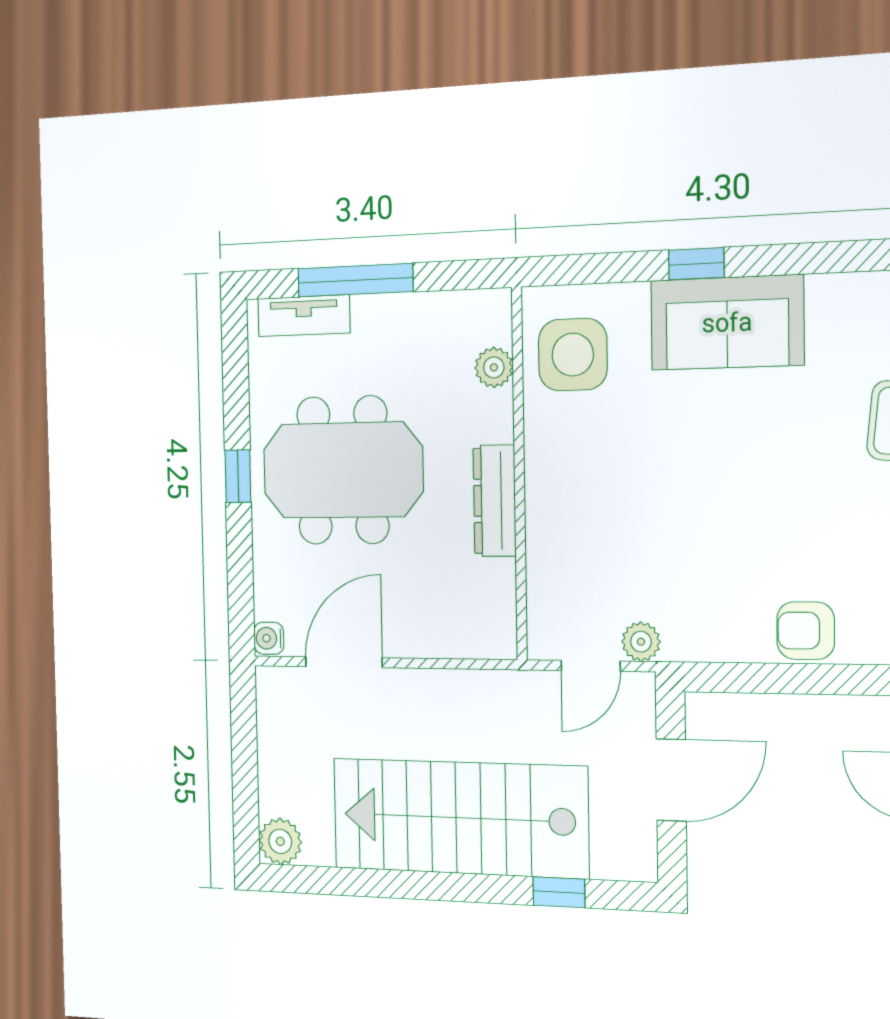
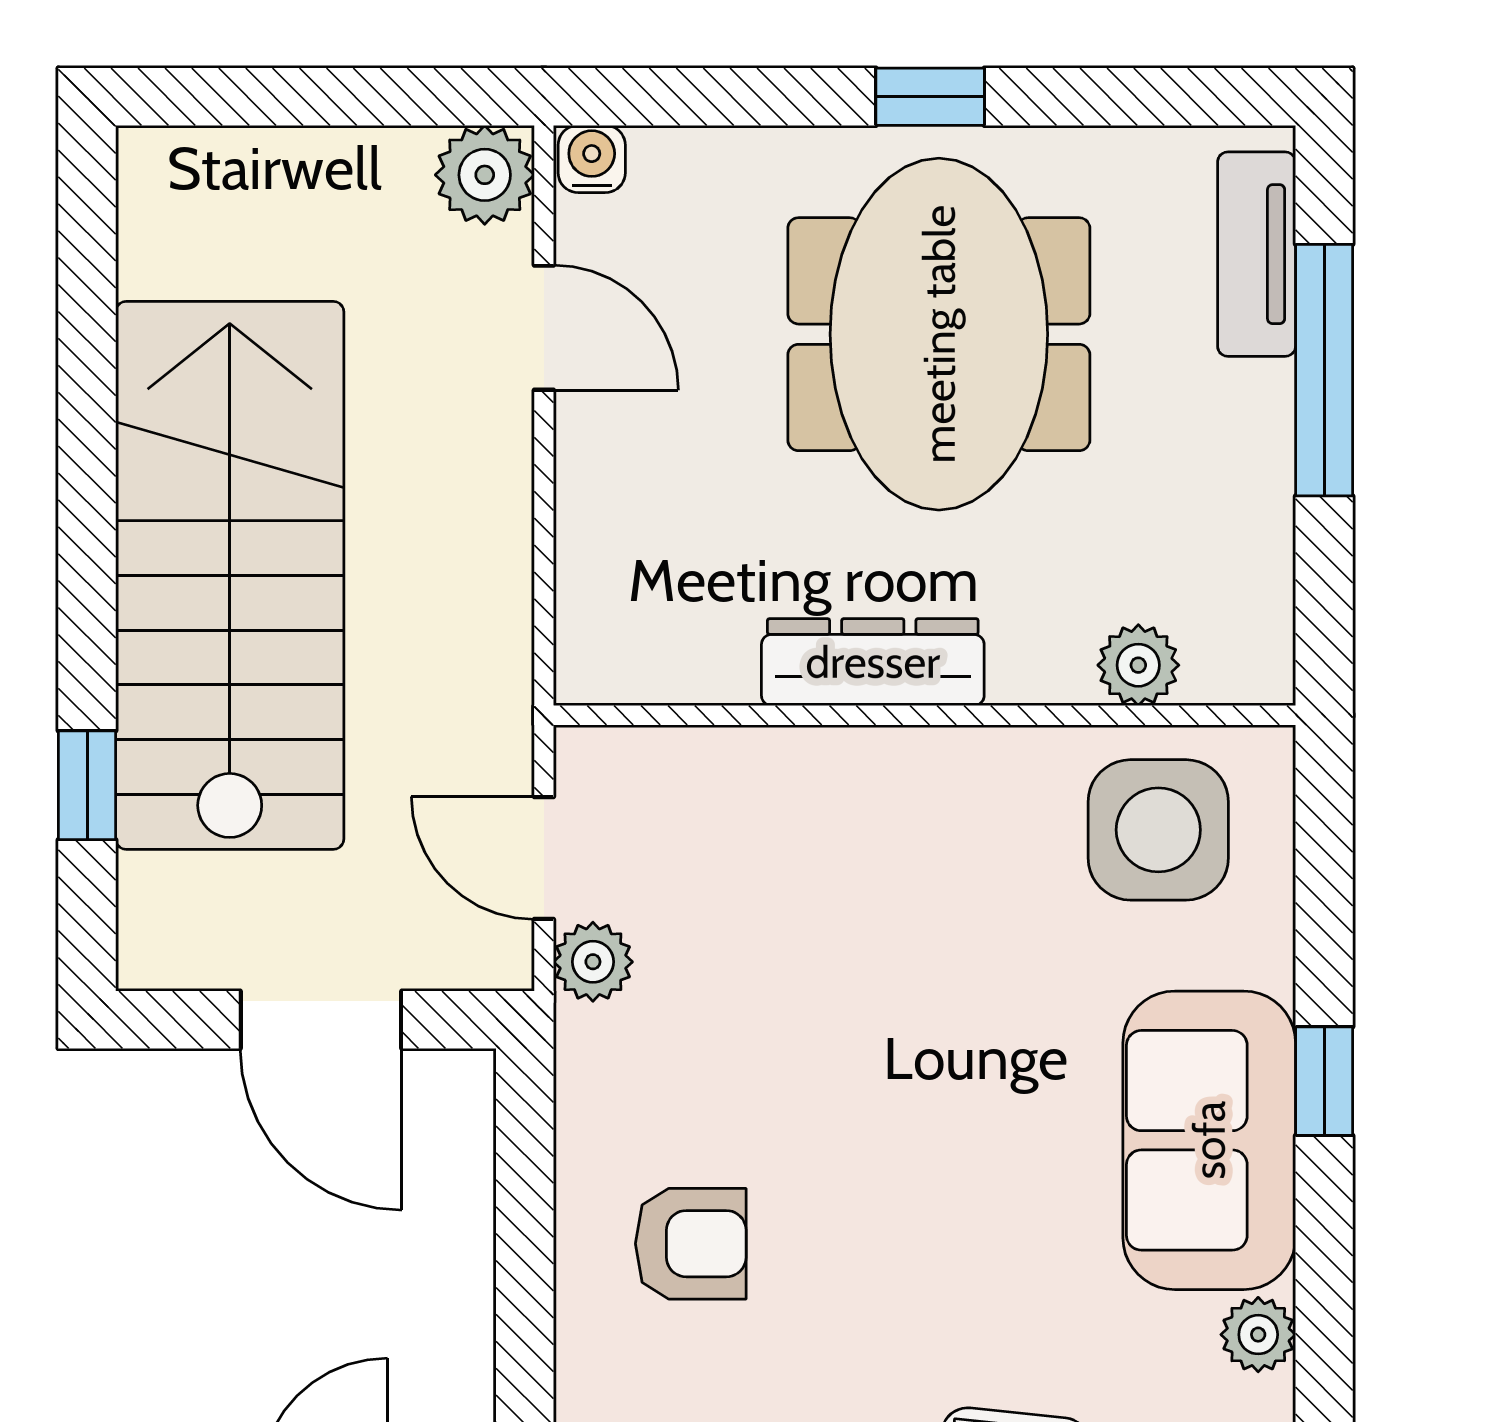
plant: (827, 293) -> (1258, 1335), added
armchair: (806, 631) -> (691, 1244), moved, turned 90
door: (344, 662) -> (544, 328), width x0.73
plant: (280, 841) -> (485, 175), moved

